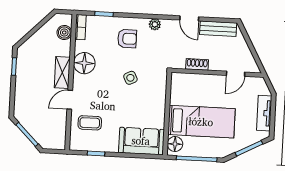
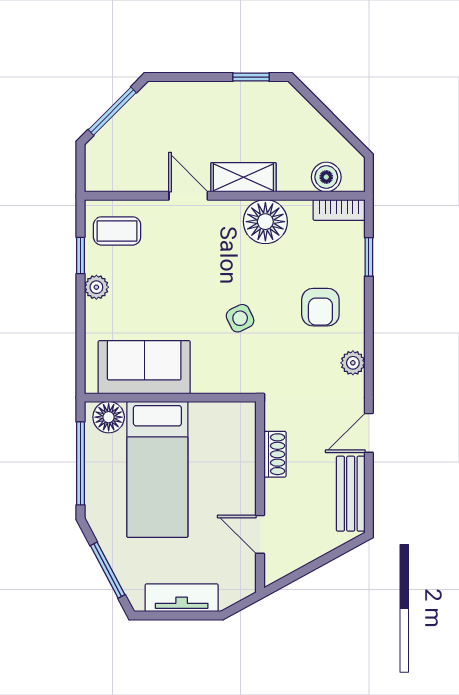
coffee table: (90, 123) -> (117, 231), moved, turned 90
sofa: (141, 141) -> (144, 367), moved, turned -90
plant: (112, 147) -> (96, 287), added

